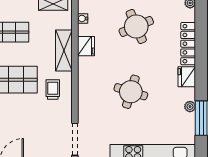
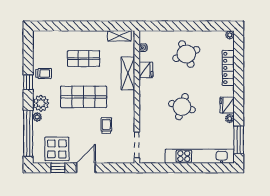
fridge: (187, 77) -> (227, 105), moved
trolley: (53, 90) -> (106, 126), moved
window: (201, 118) -> (239, 140), moved

